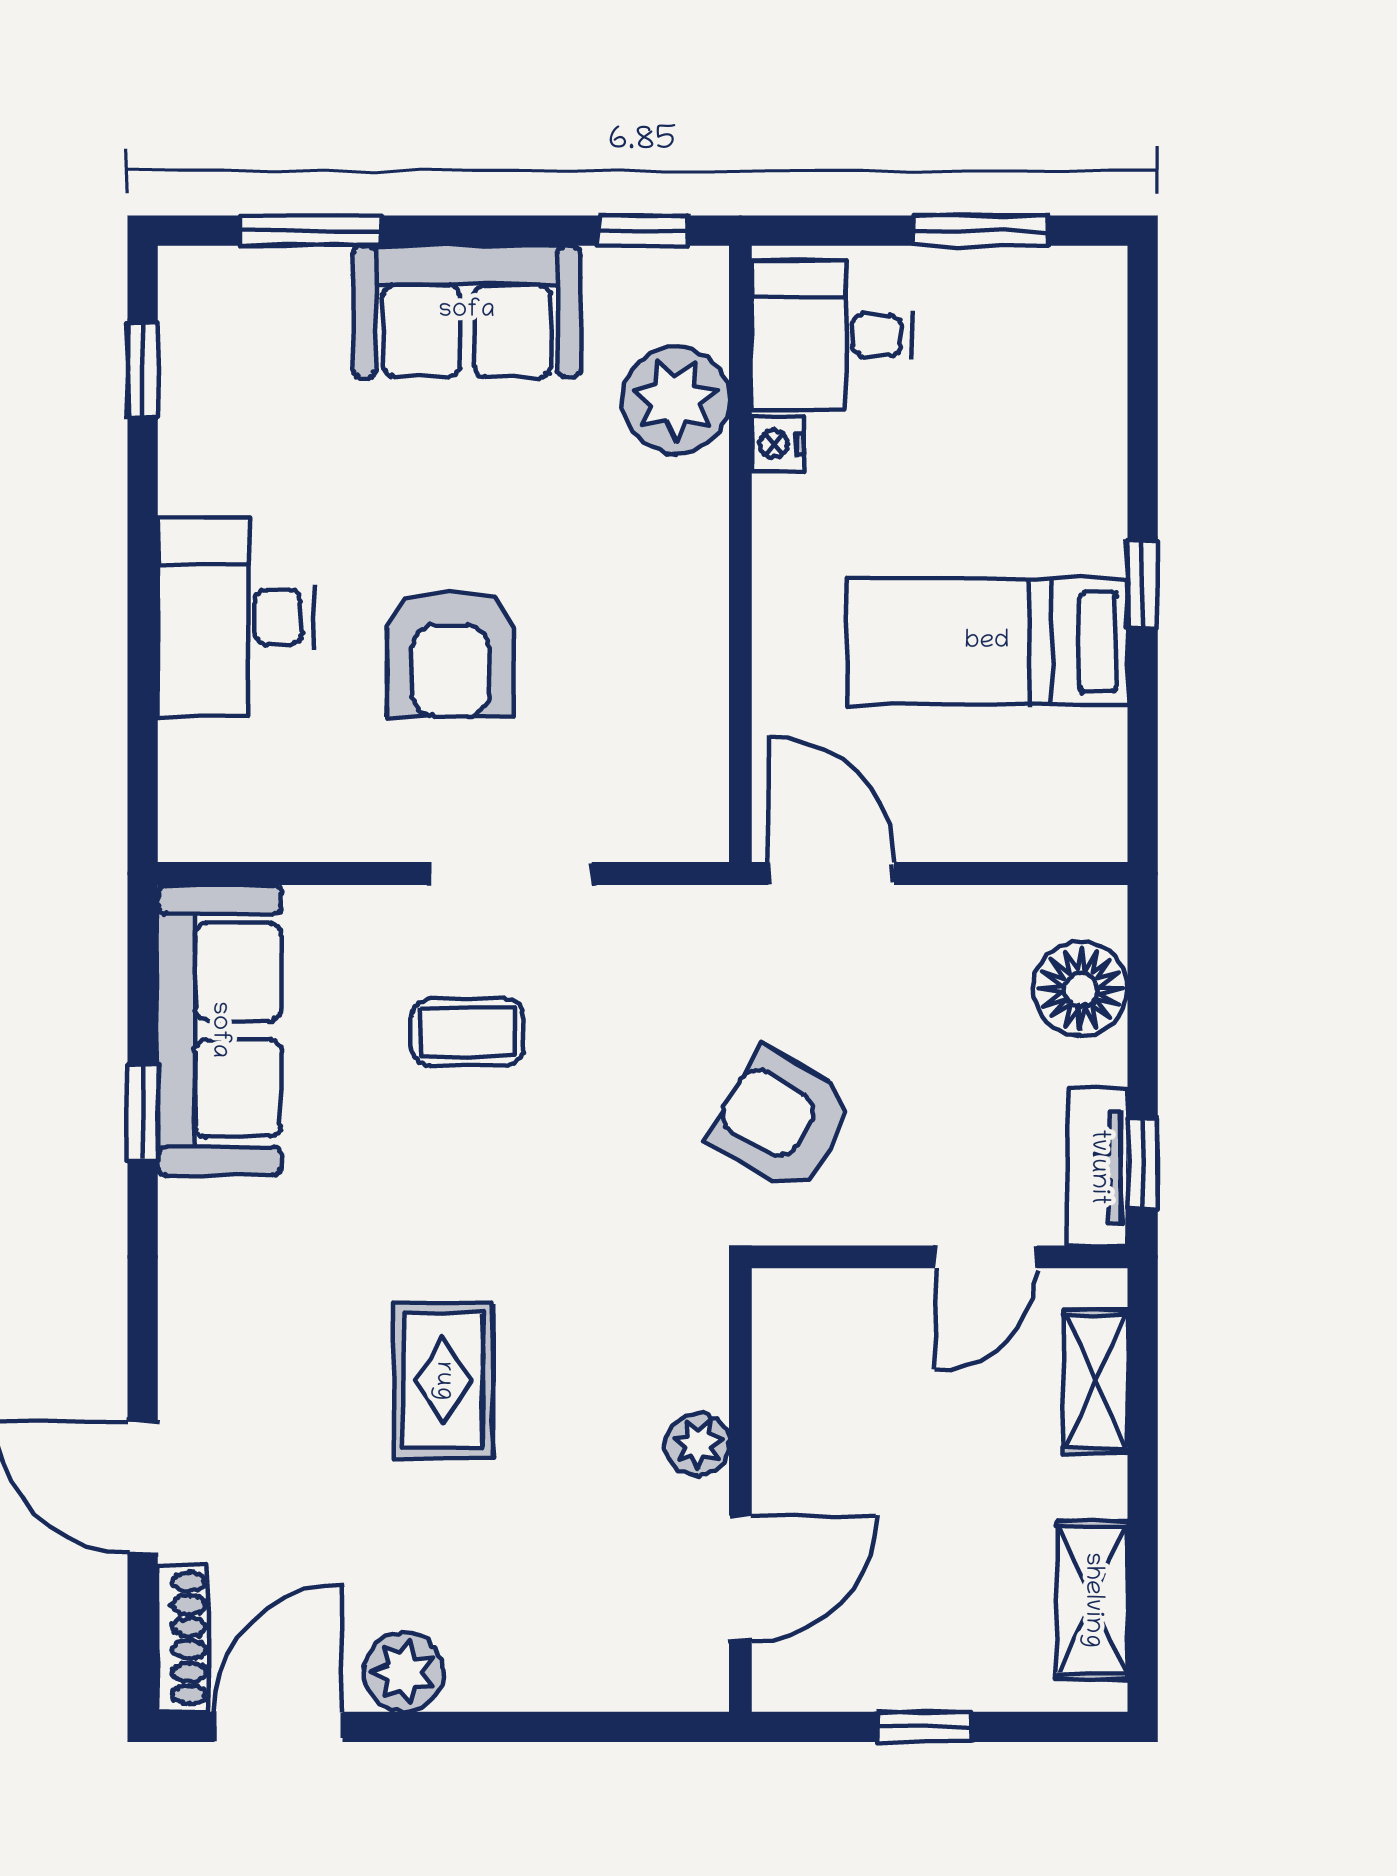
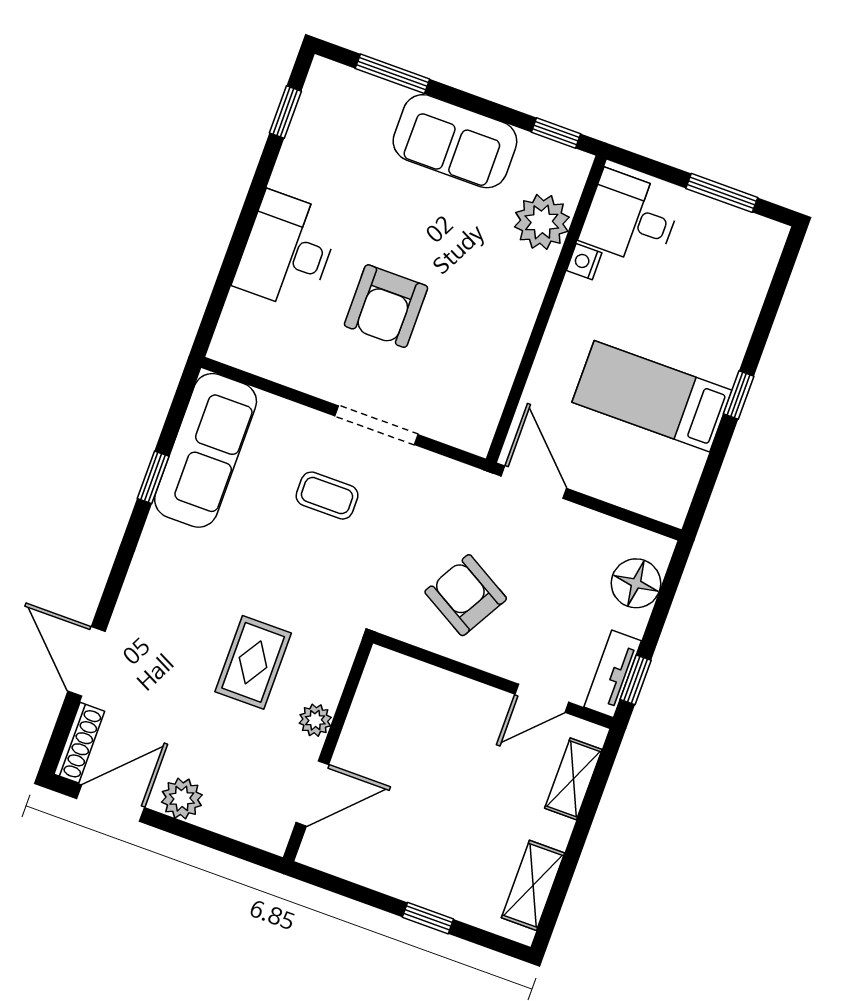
plant: (698, 1444) -> (315, 720), moved
wall: (740, 1490) -> (328, 750), moved
door: (740, 1578) -> (312, 793), moved

